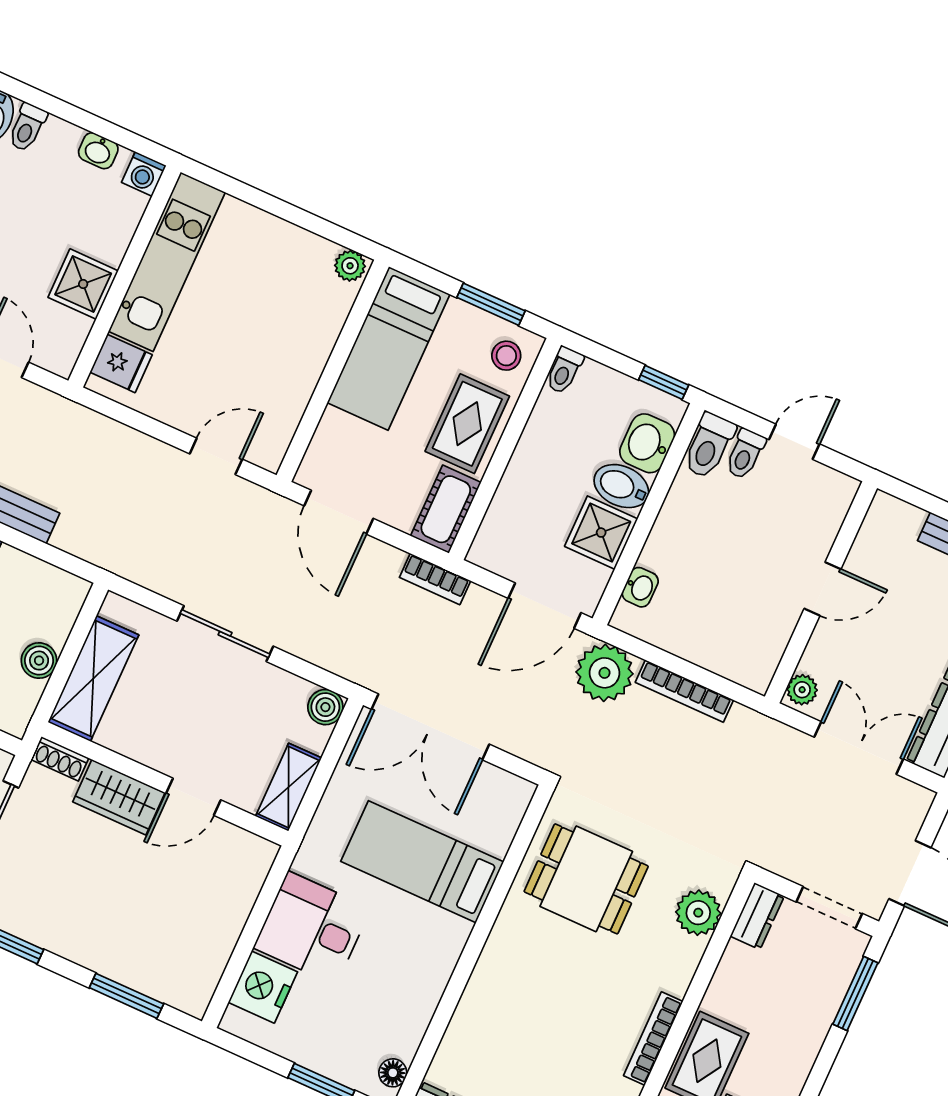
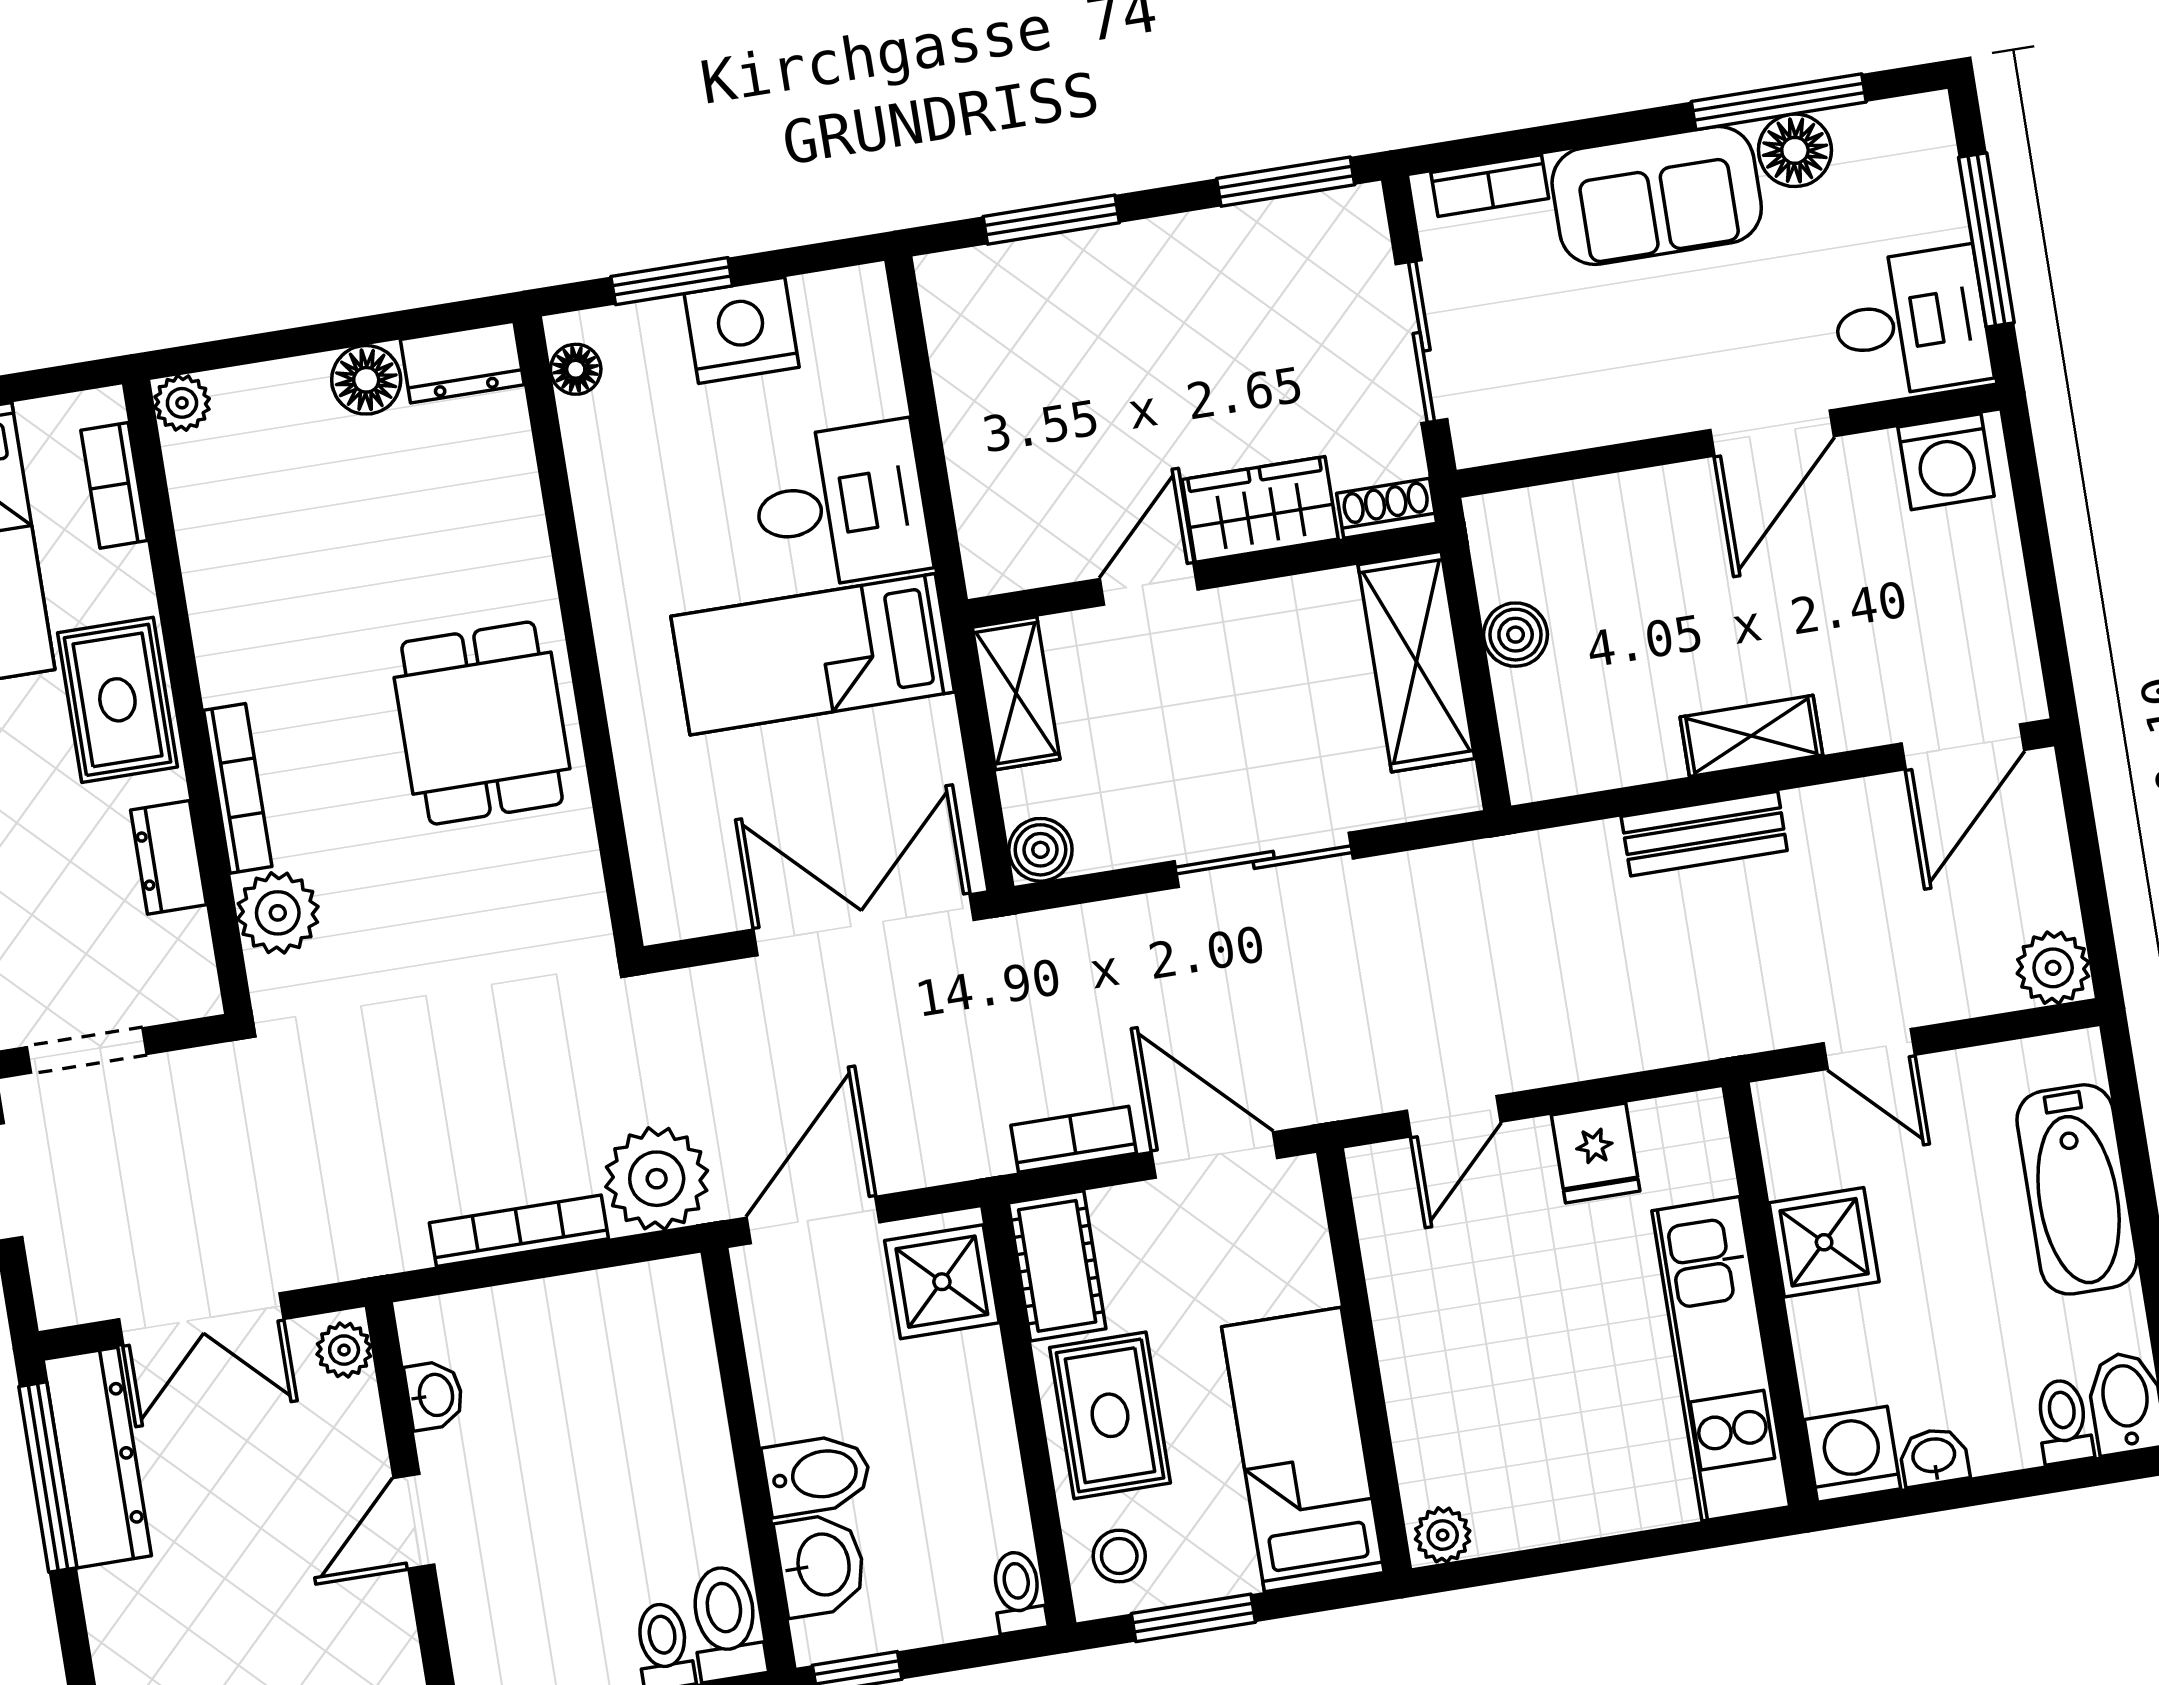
washing machine: (144, 174) -> (1852, 1454), width x1.38, depth x1.38
fridge: (121, 363) -> (1596, 1153), moved, turned -90
shower: (601, 533) -> (942, 1282), moved
bookcase: (435, 579) -> (1074, 1139), moved
washbasin: (640, 587) -> (434, 1395), moved, turned 180
bed: (422, 862) -> (813, 654), moved, turned 180
dining table: (586, 879) -> (482, 723), moved, turned 90
dresser: (757, 916) -> (169, 857), moved
nightstand: (263, 987) -> (742, 330), moved, turned -90
bookcase: (653, 1039) -> (238, 788), moved

